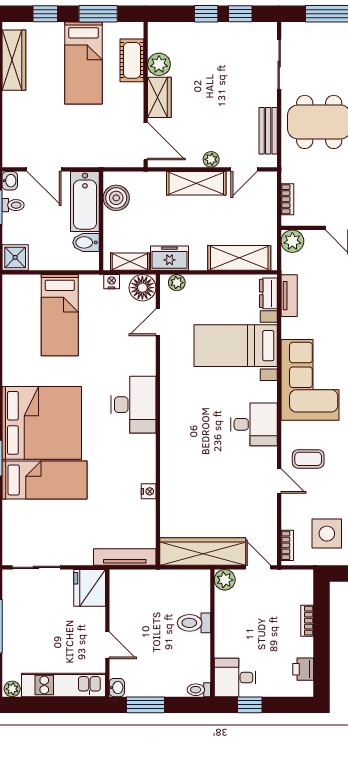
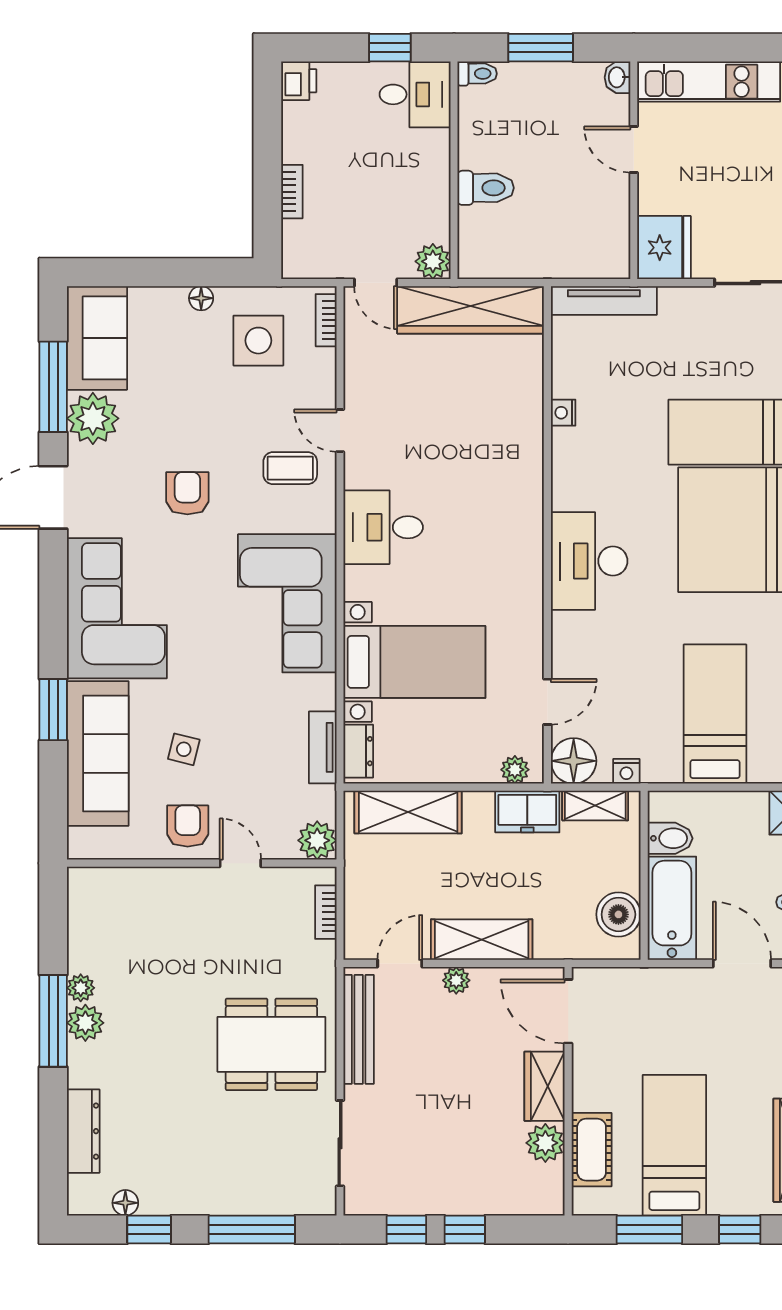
bench: (268, 131) -> (359, 1029), width x1.36
printer: (303, 669) -> (299, 81), moved
window: (145, 705) -> (541, 48), moved

